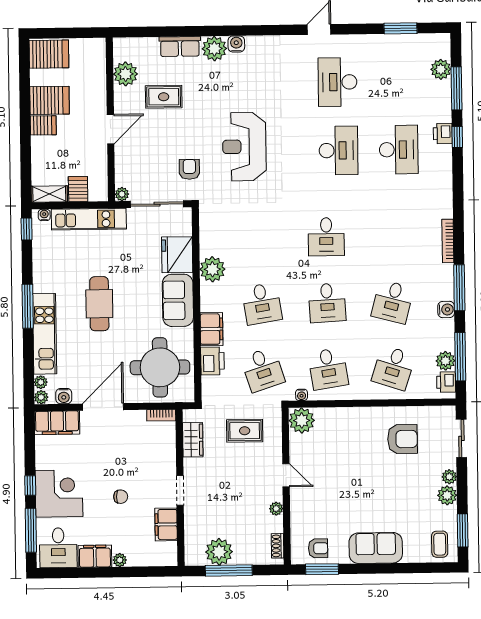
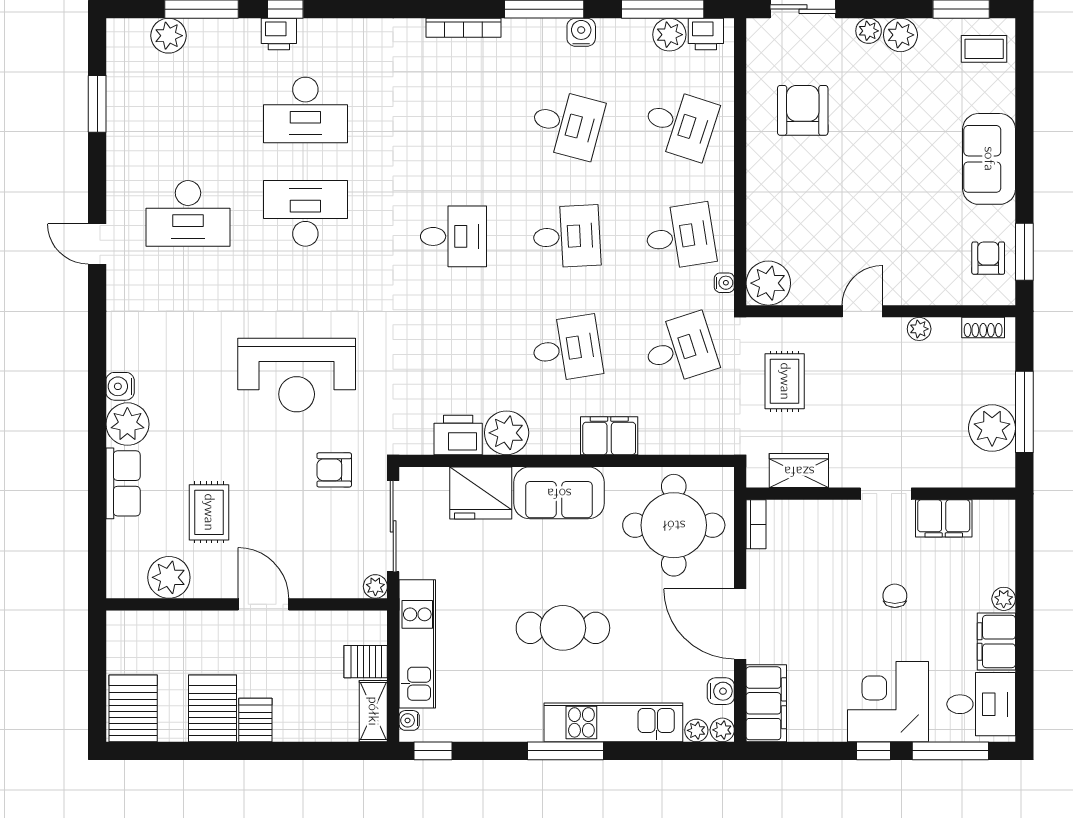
desk: (399, 150) -> (305, 110), turned 180
printer: (212, 361) -> (458, 435), moved

